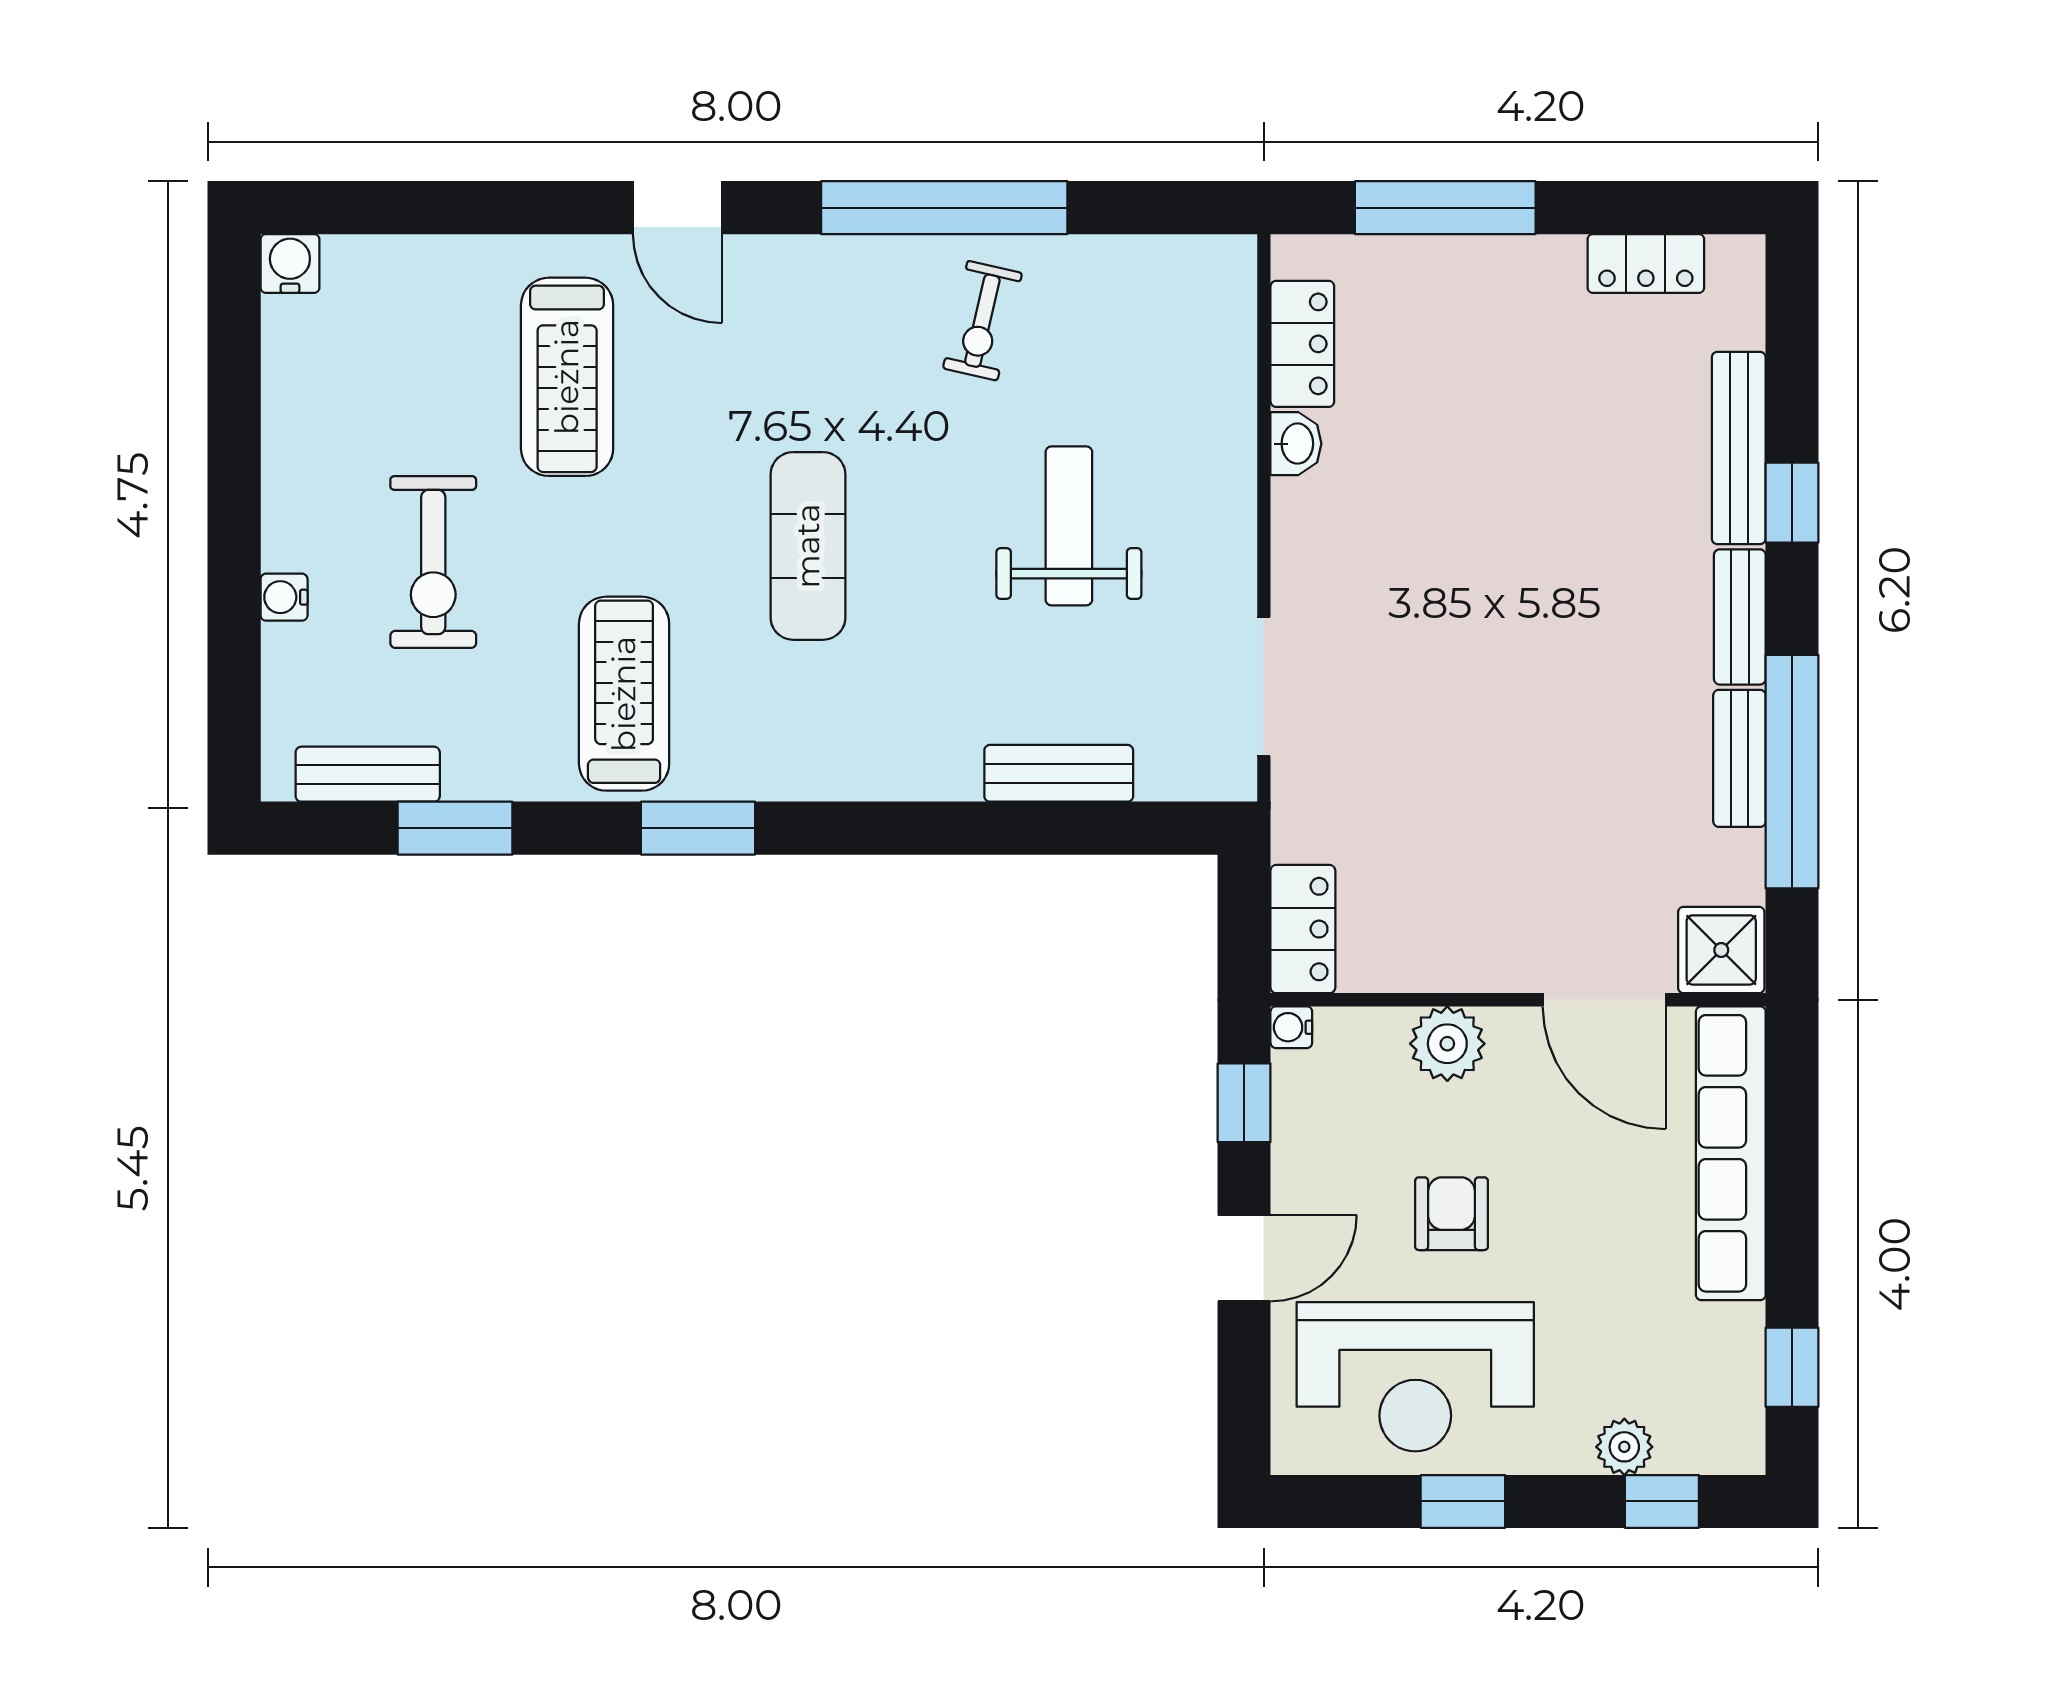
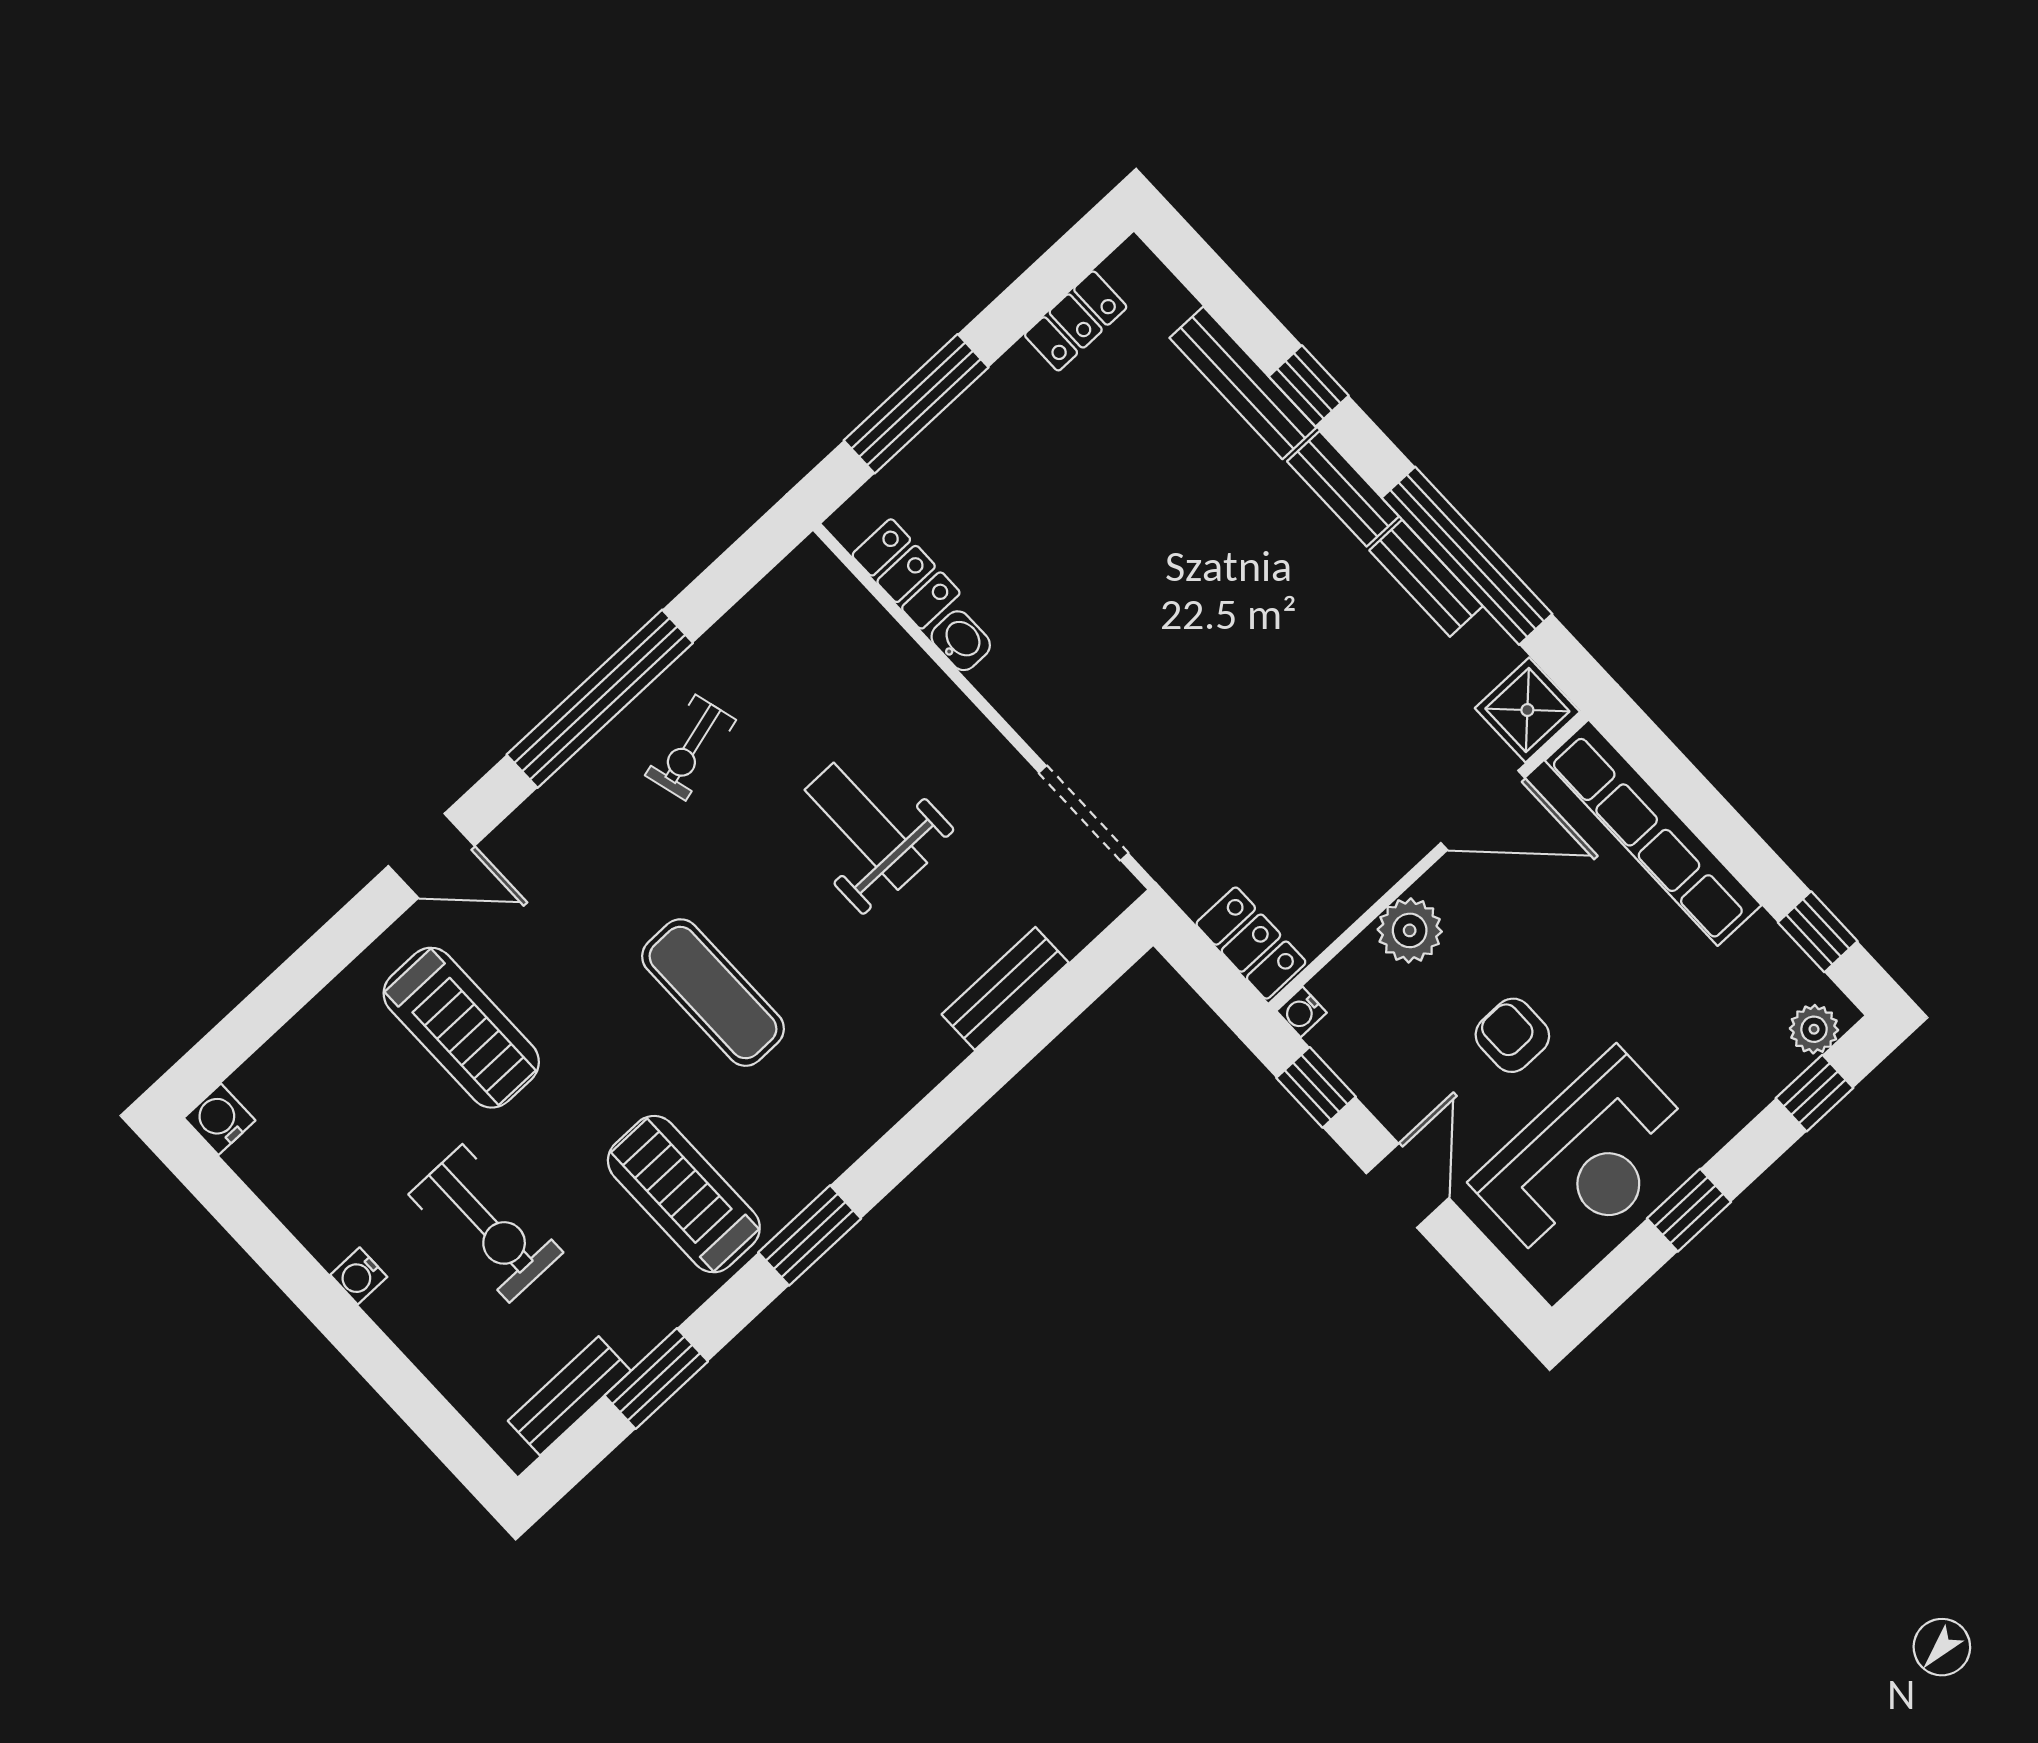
exercise bike: (982, 321) -> (691, 748), turned 62
water cooler: (284, 597) -> (359, 1276), moved
plant: (1624, 1447) -> (1814, 1029), moved

